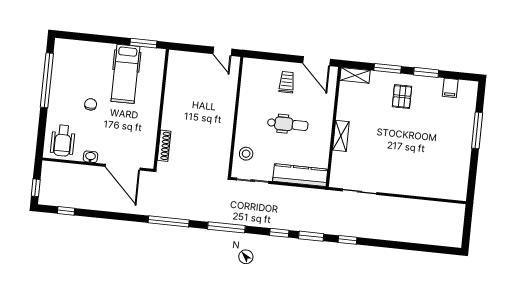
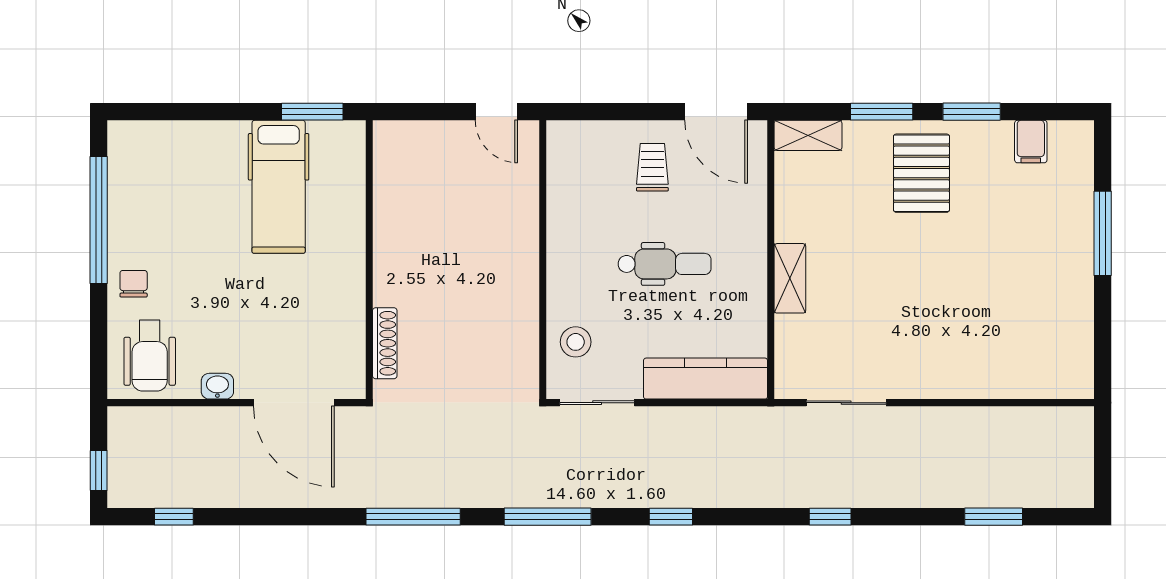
pallet: (402, 97) -> (921, 173), width x1.50, depth x1.42
chair: (91, 104) -> (134, 284), moved
window: (311, 236) -> (994, 517), moved

